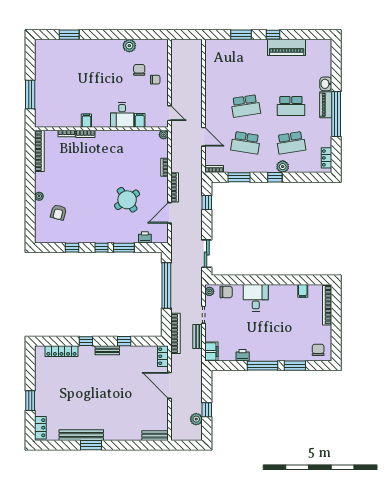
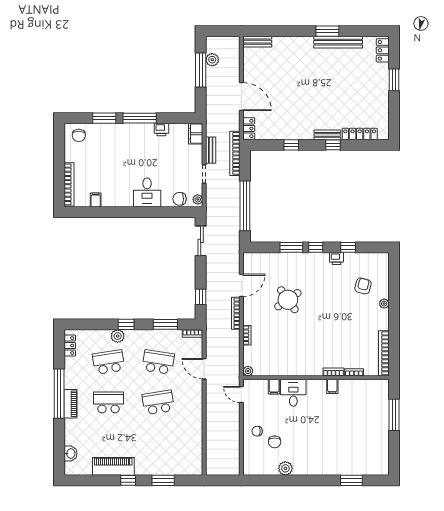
washbasin: (326, 84) -> (70, 454), moved
printer: (145, 237) -> (337, 259), moved
bench: (107, 350) -> (327, 135), moved
window: (207, 410) -> (201, 70), width x2.17

